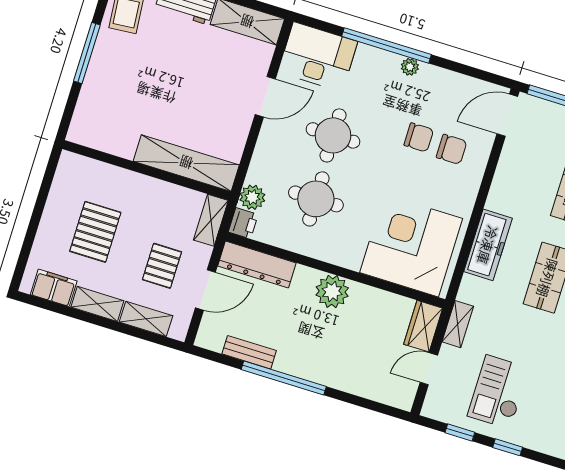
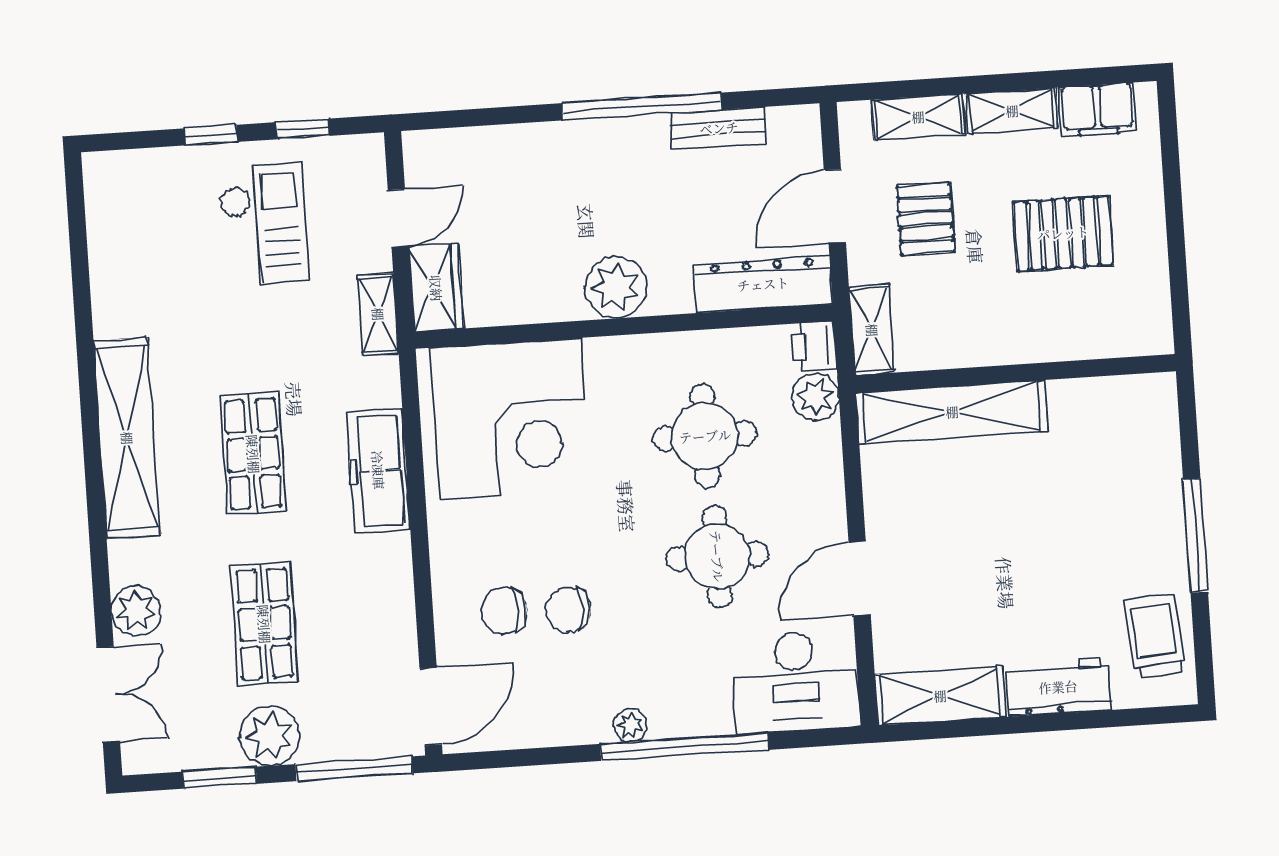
pallet: (95, 232) -> (1063, 233), turned 90

